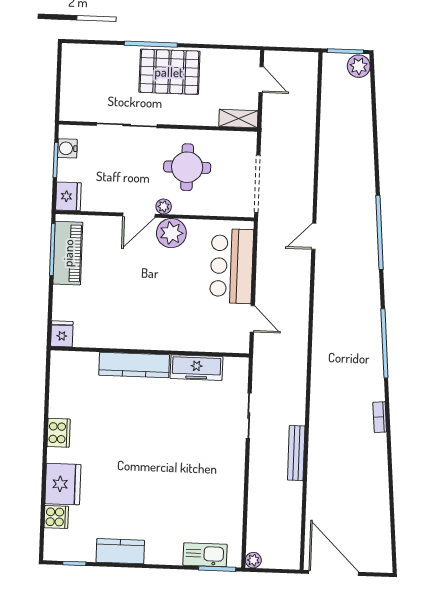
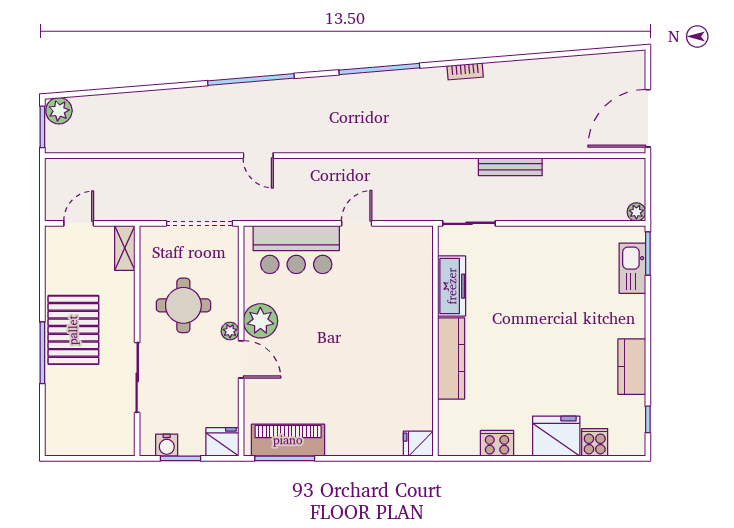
fridge: (62, 334) -> (418, 444), moved
wall: (150, 352) -> (435, 341), moved
kitchen counter: (134, 365) -> (451, 358), moved
freezer: (196, 368) -> (452, 286), moved

